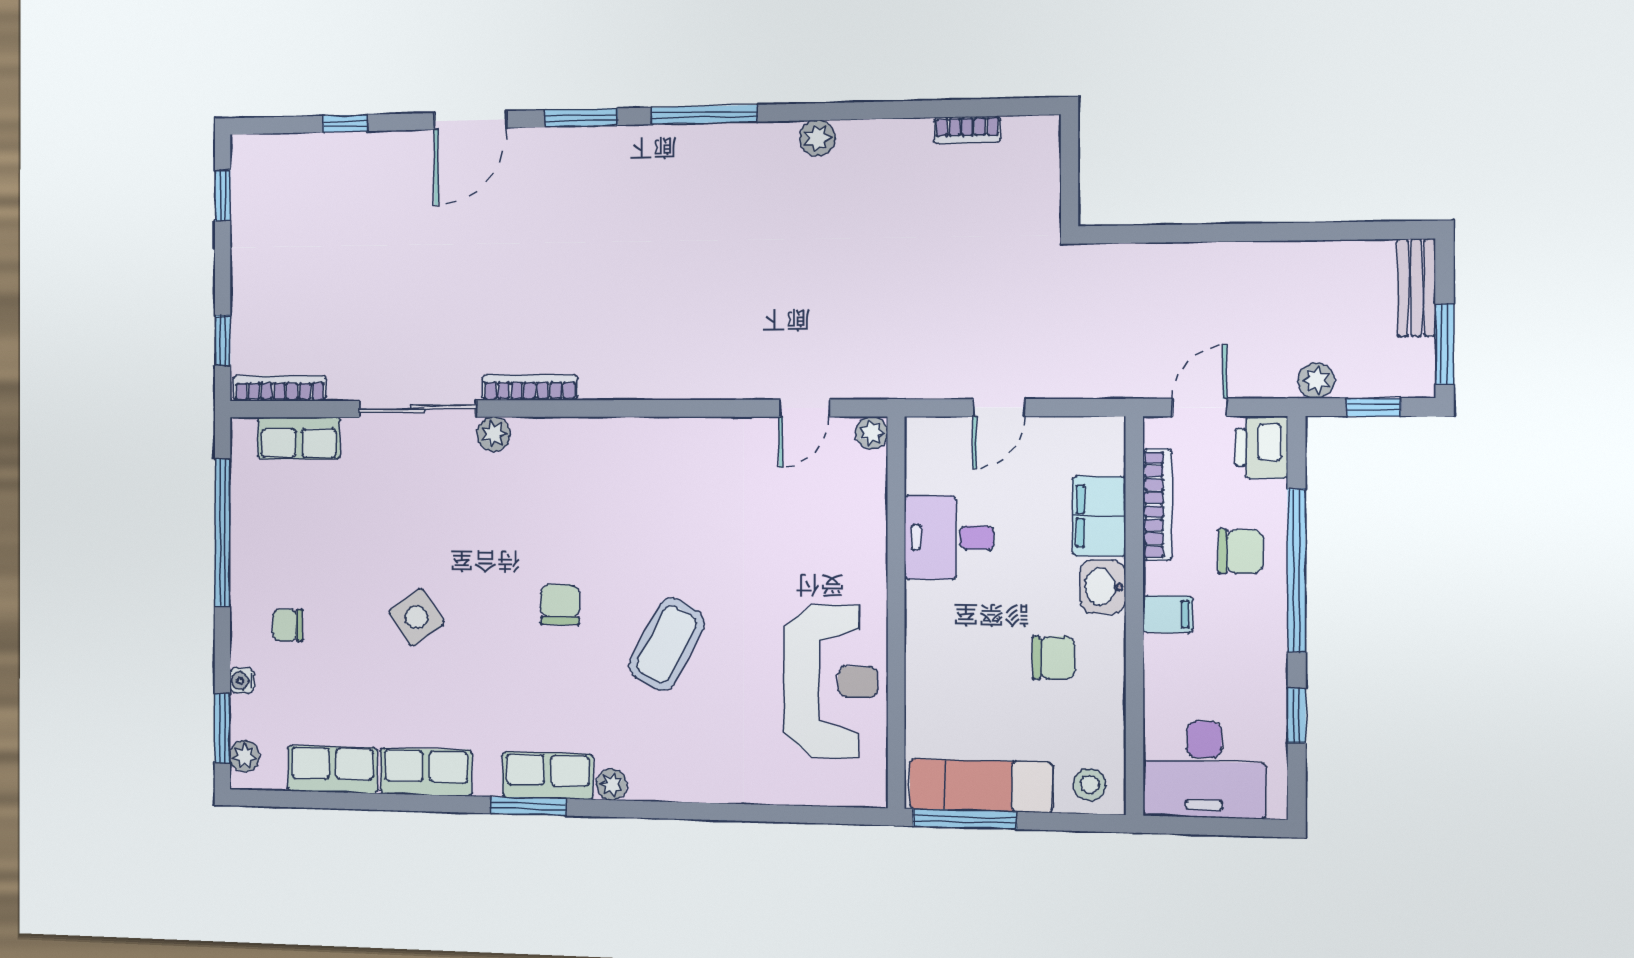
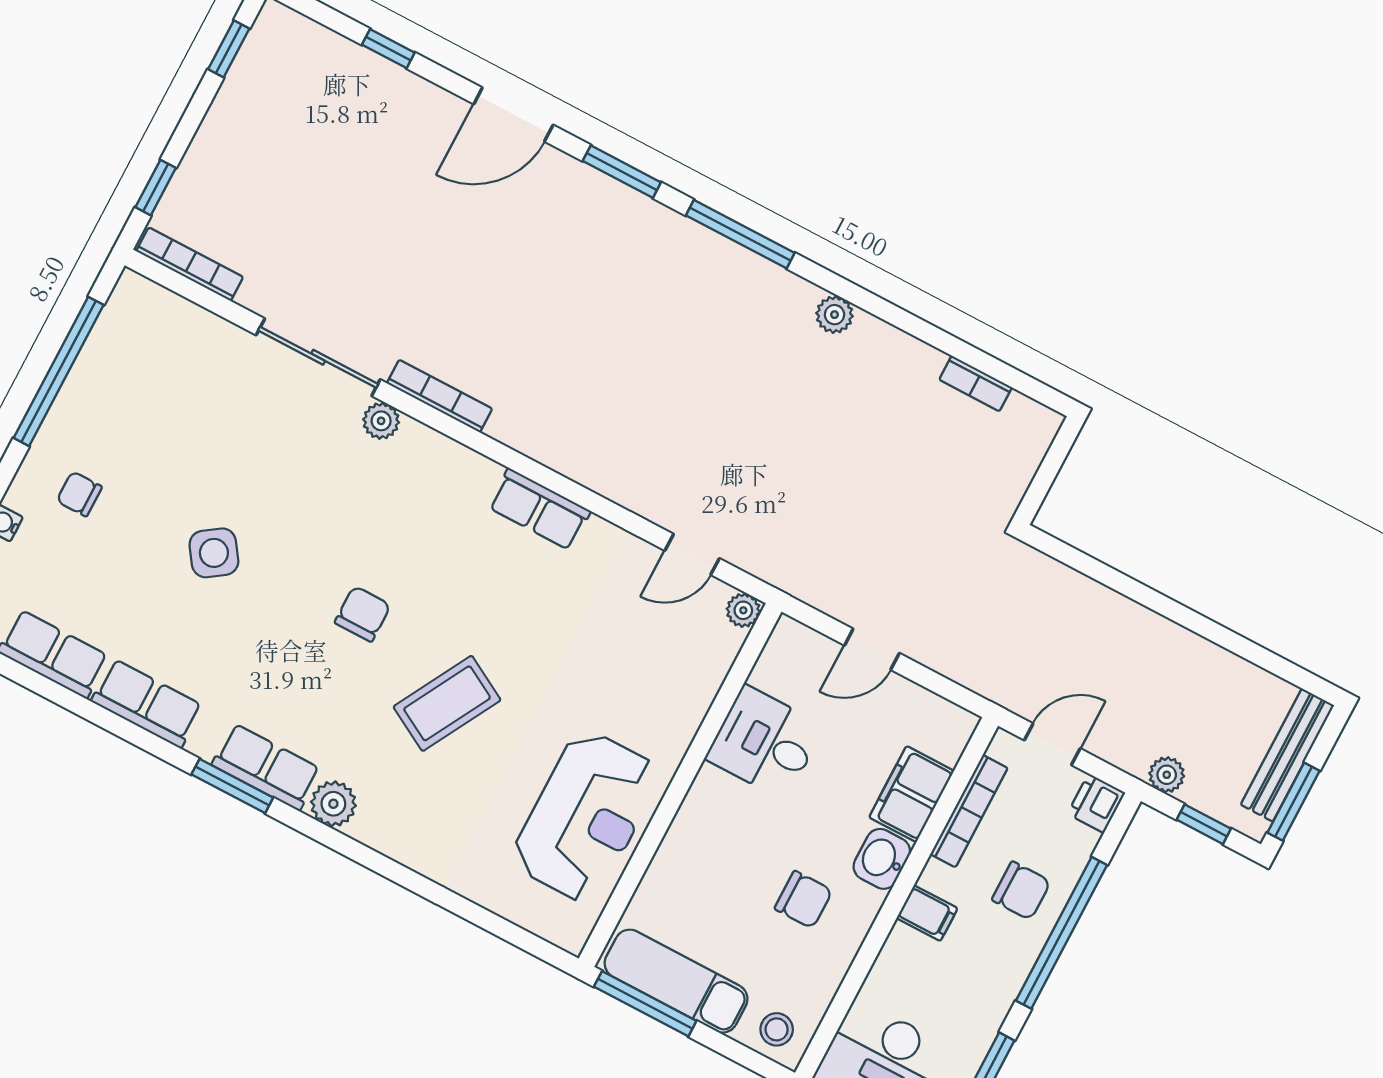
bench: (1416, 288) -> (1287, 755), width x1.36
row of seats: (299, 438) -> (539, 509), moved
printer: (1261, 447) -> (1096, 803), width x0.73, depth x0.81
plant: (612, 784) -> (333, 804), width x1.38, depth x1.38

